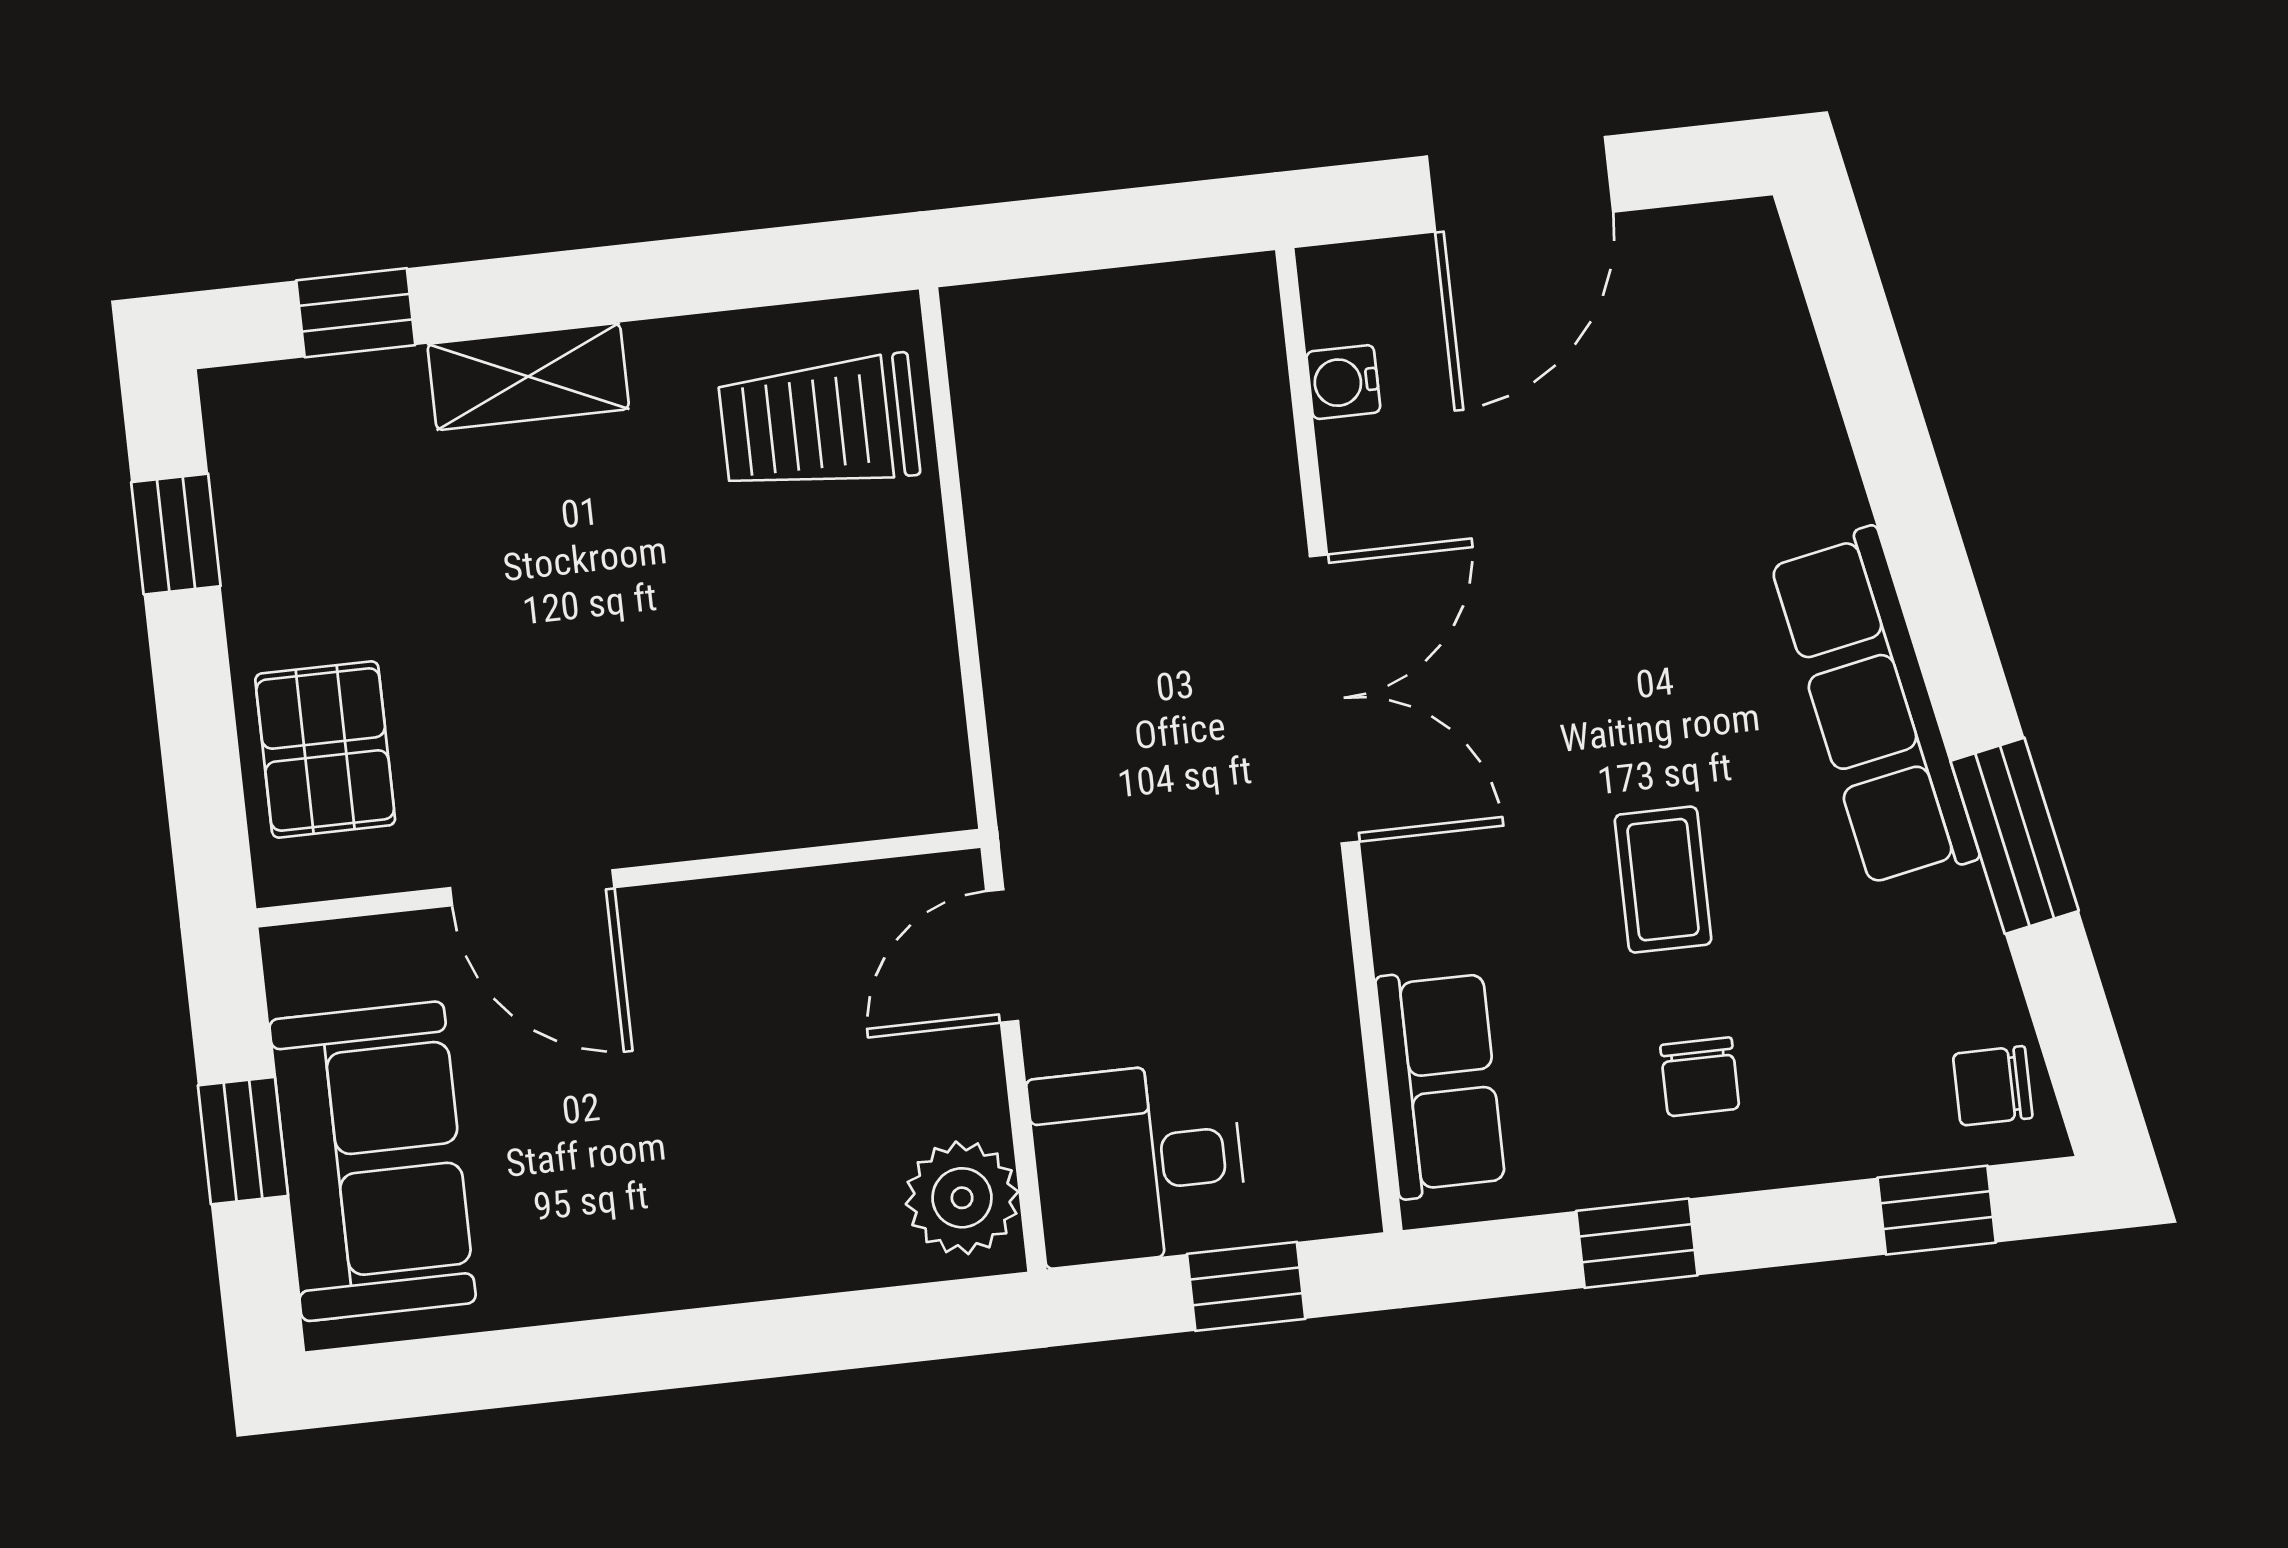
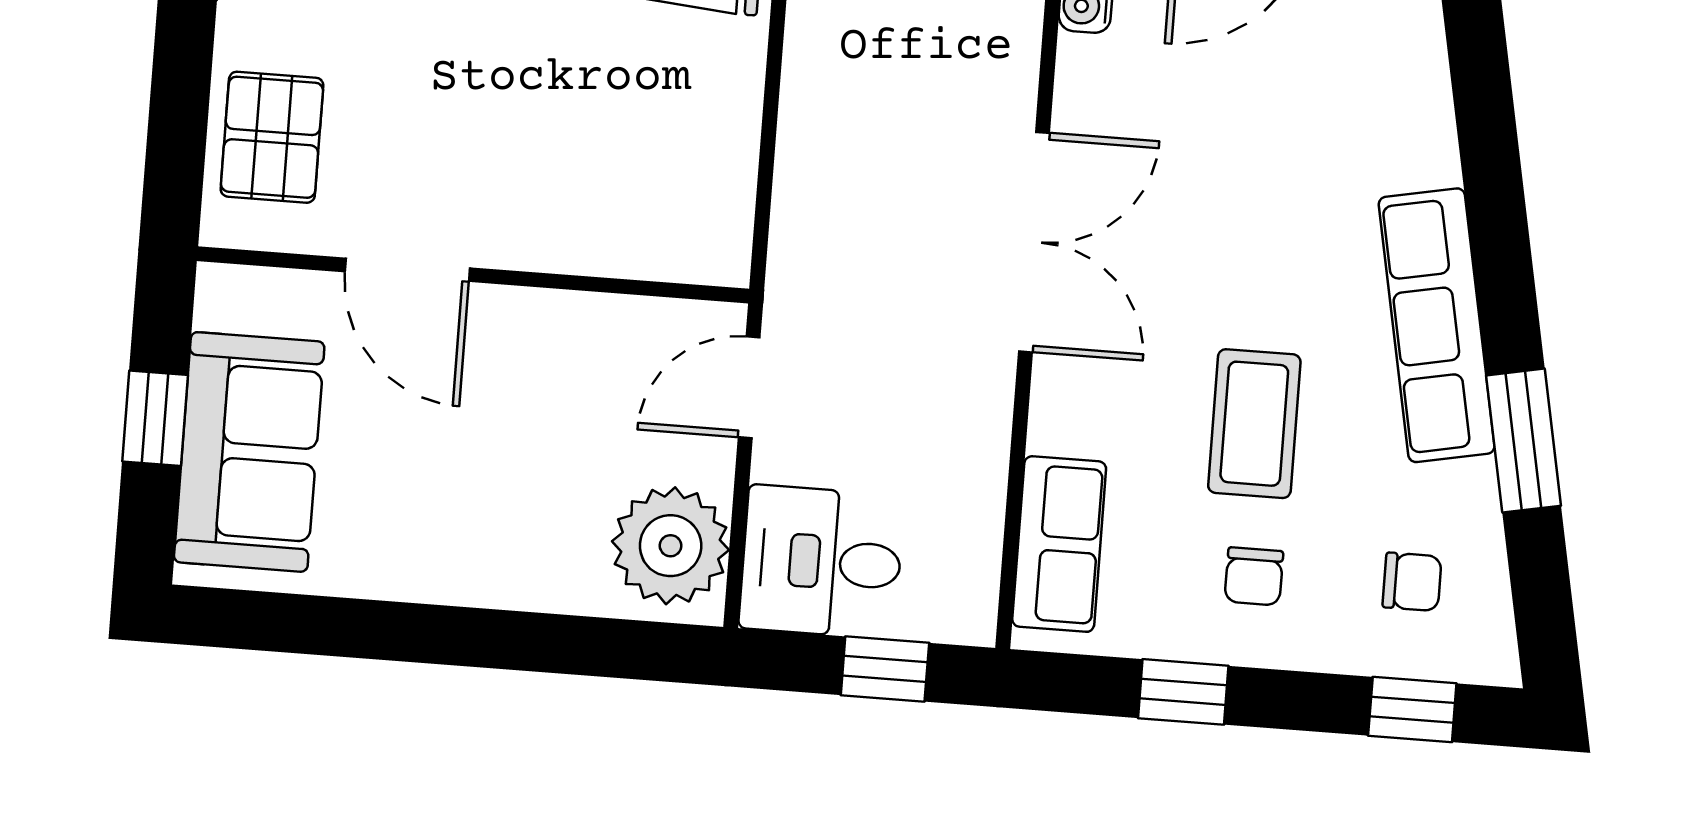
coffee table: (1663, 880) -> (1254, 424), width x1.36, depth x1.30
chair: (1993, 1086) -> (1412, 582), moved, turned 180
plant: (962, 1198) -> (671, 546), width x1.36, depth x1.36

